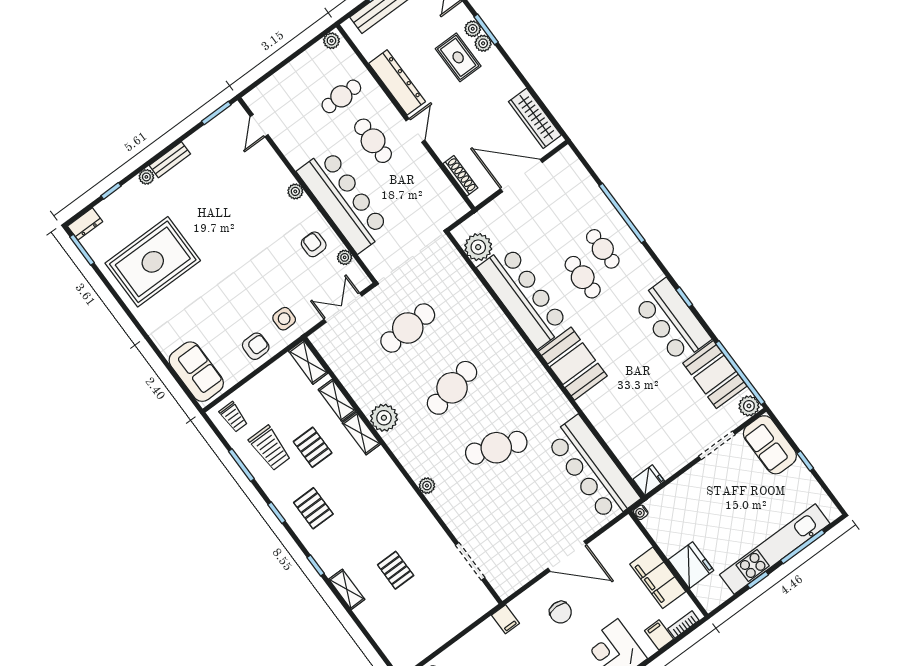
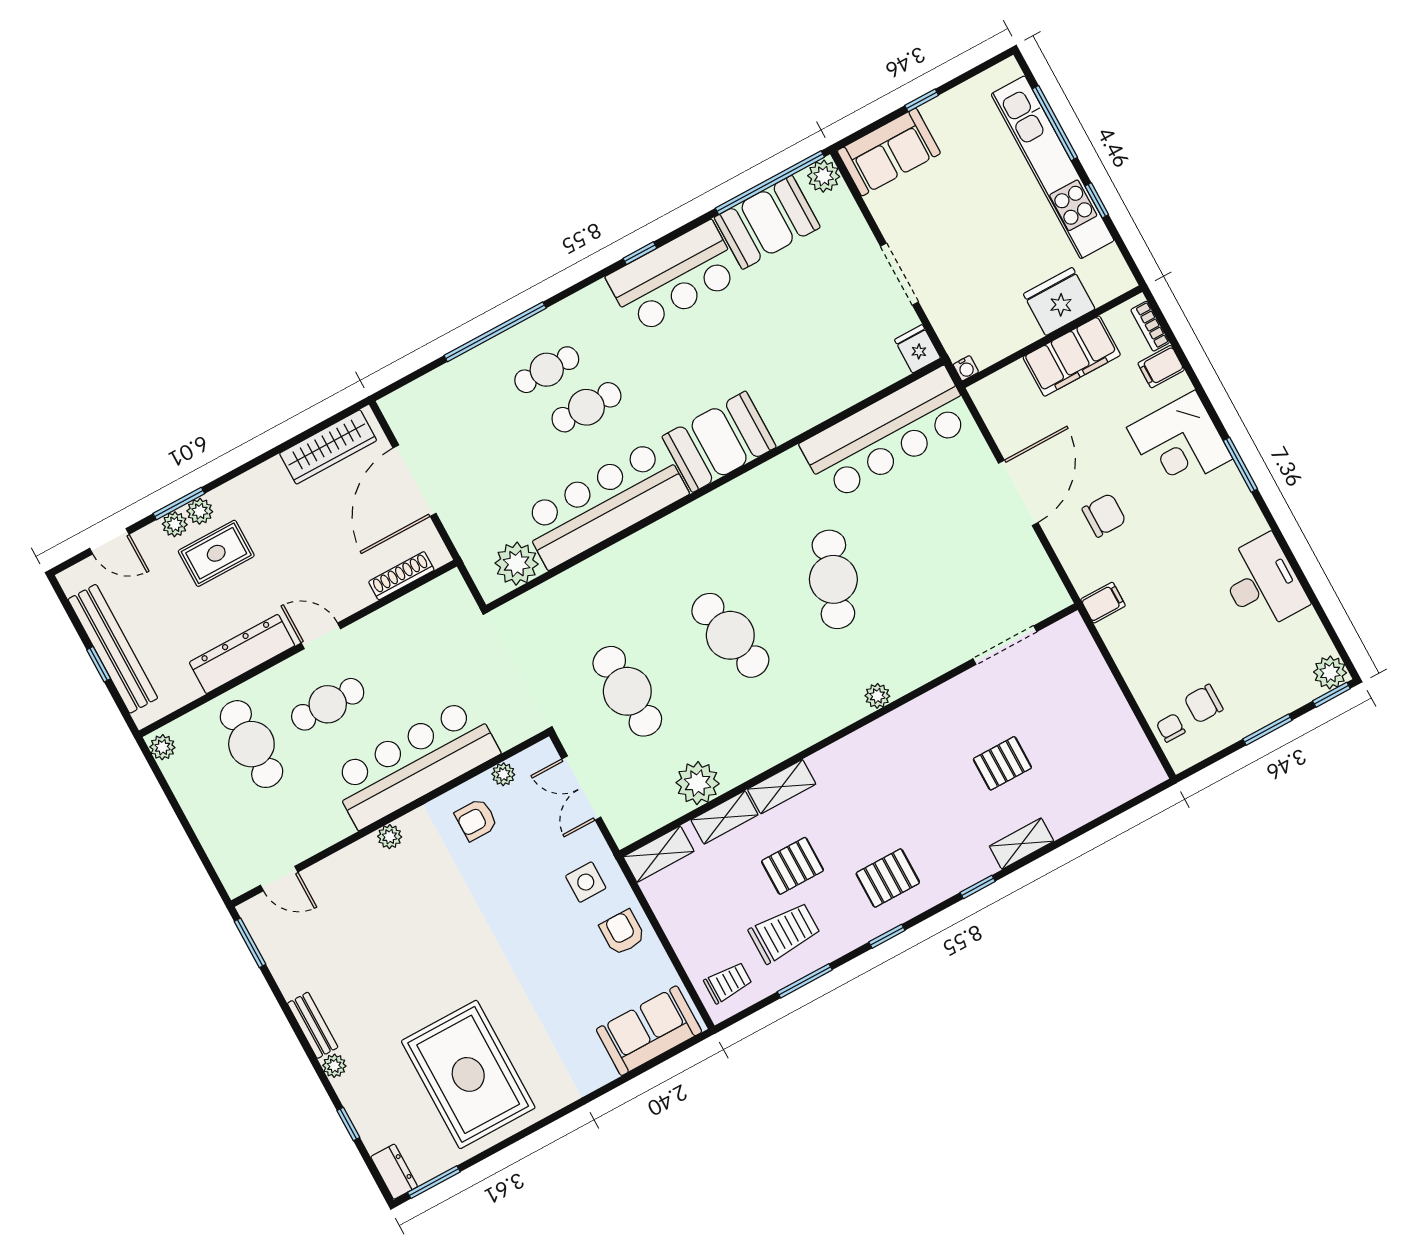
cafe table: (341, 96) -> (251, 744), width x1.37, depth x1.35
plant: (384, 418) -> (698, 783), moved
doorway: (717, 445) -> (899, 274), moved

